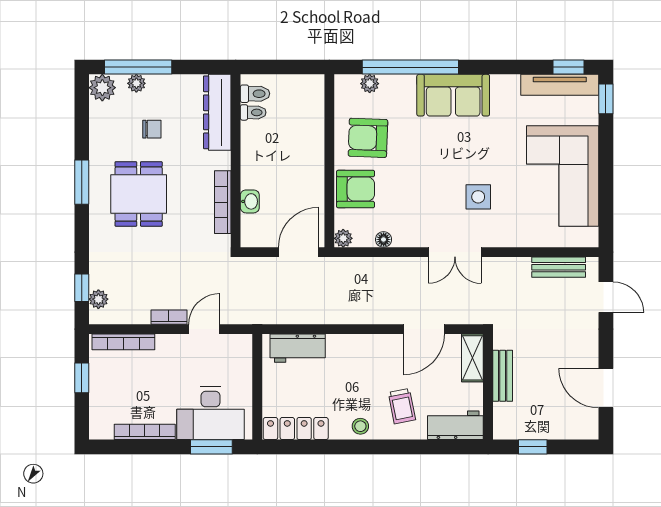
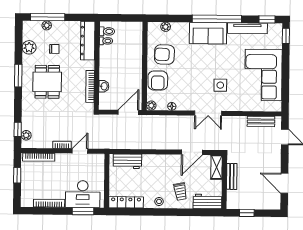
window: (410, 67) -> (217, 19), moved
tv unit: (560, 85) -> (247, 28), moved
plant: (102, 88) -> (29, 47), moved
armchair: (356, 189) -> (158, 80), turned 90

